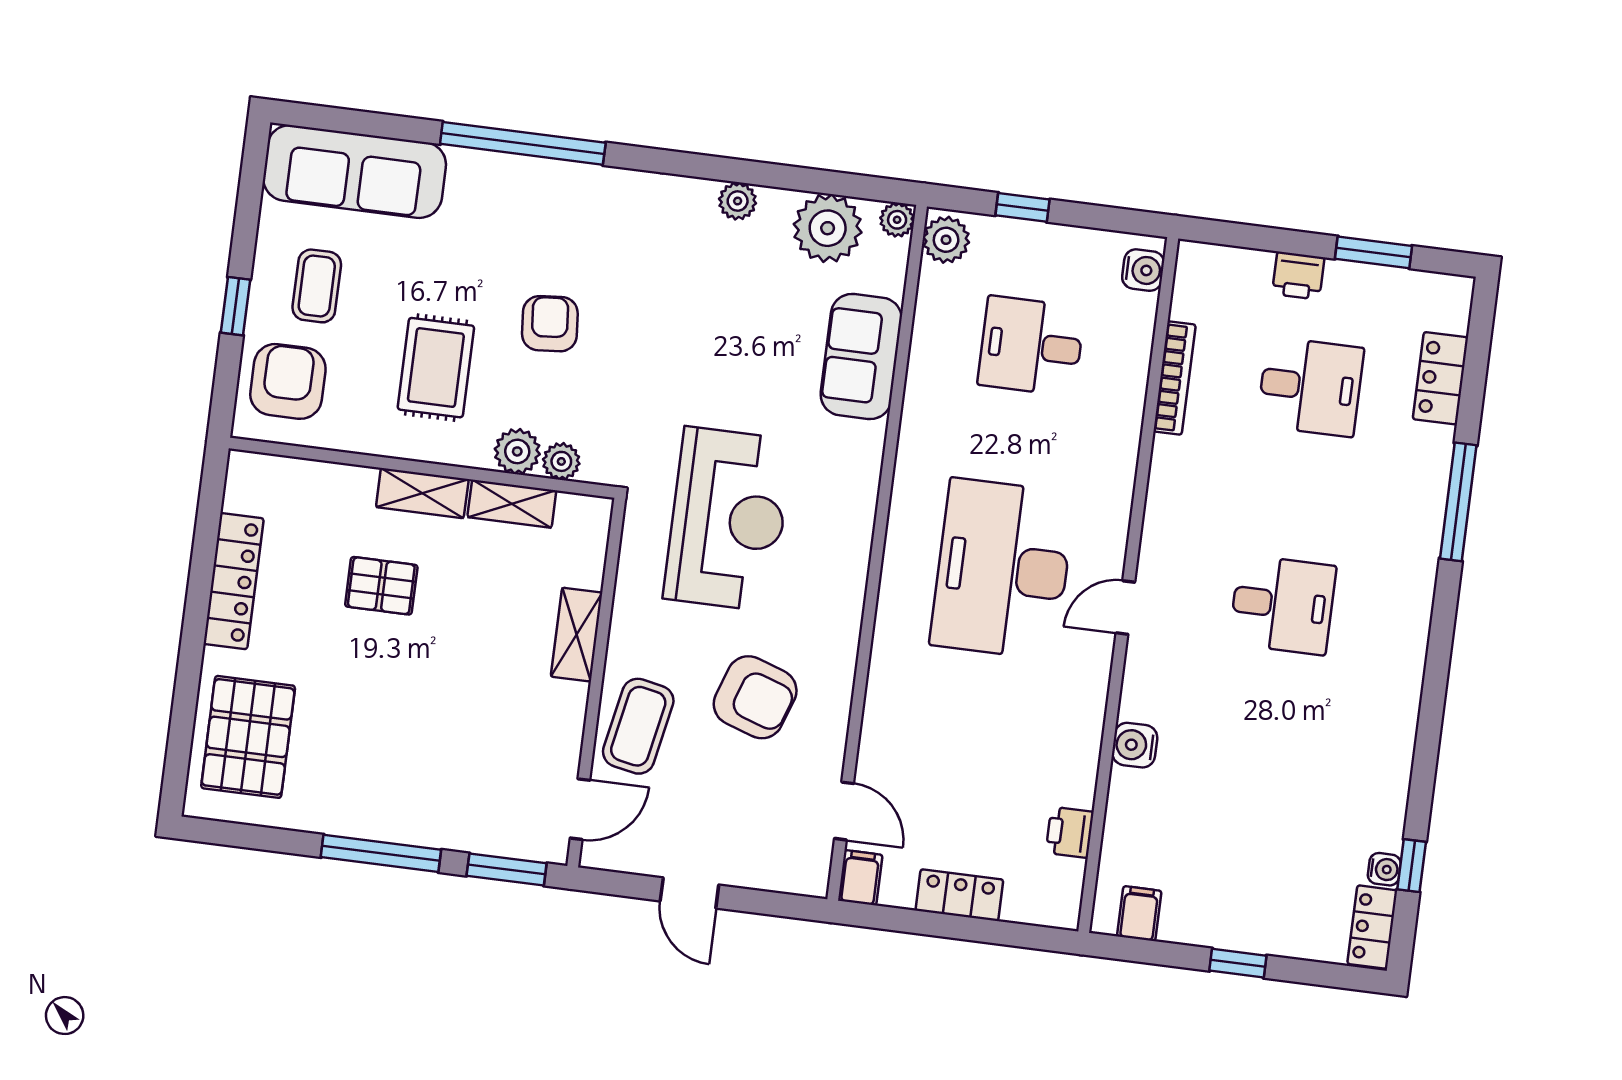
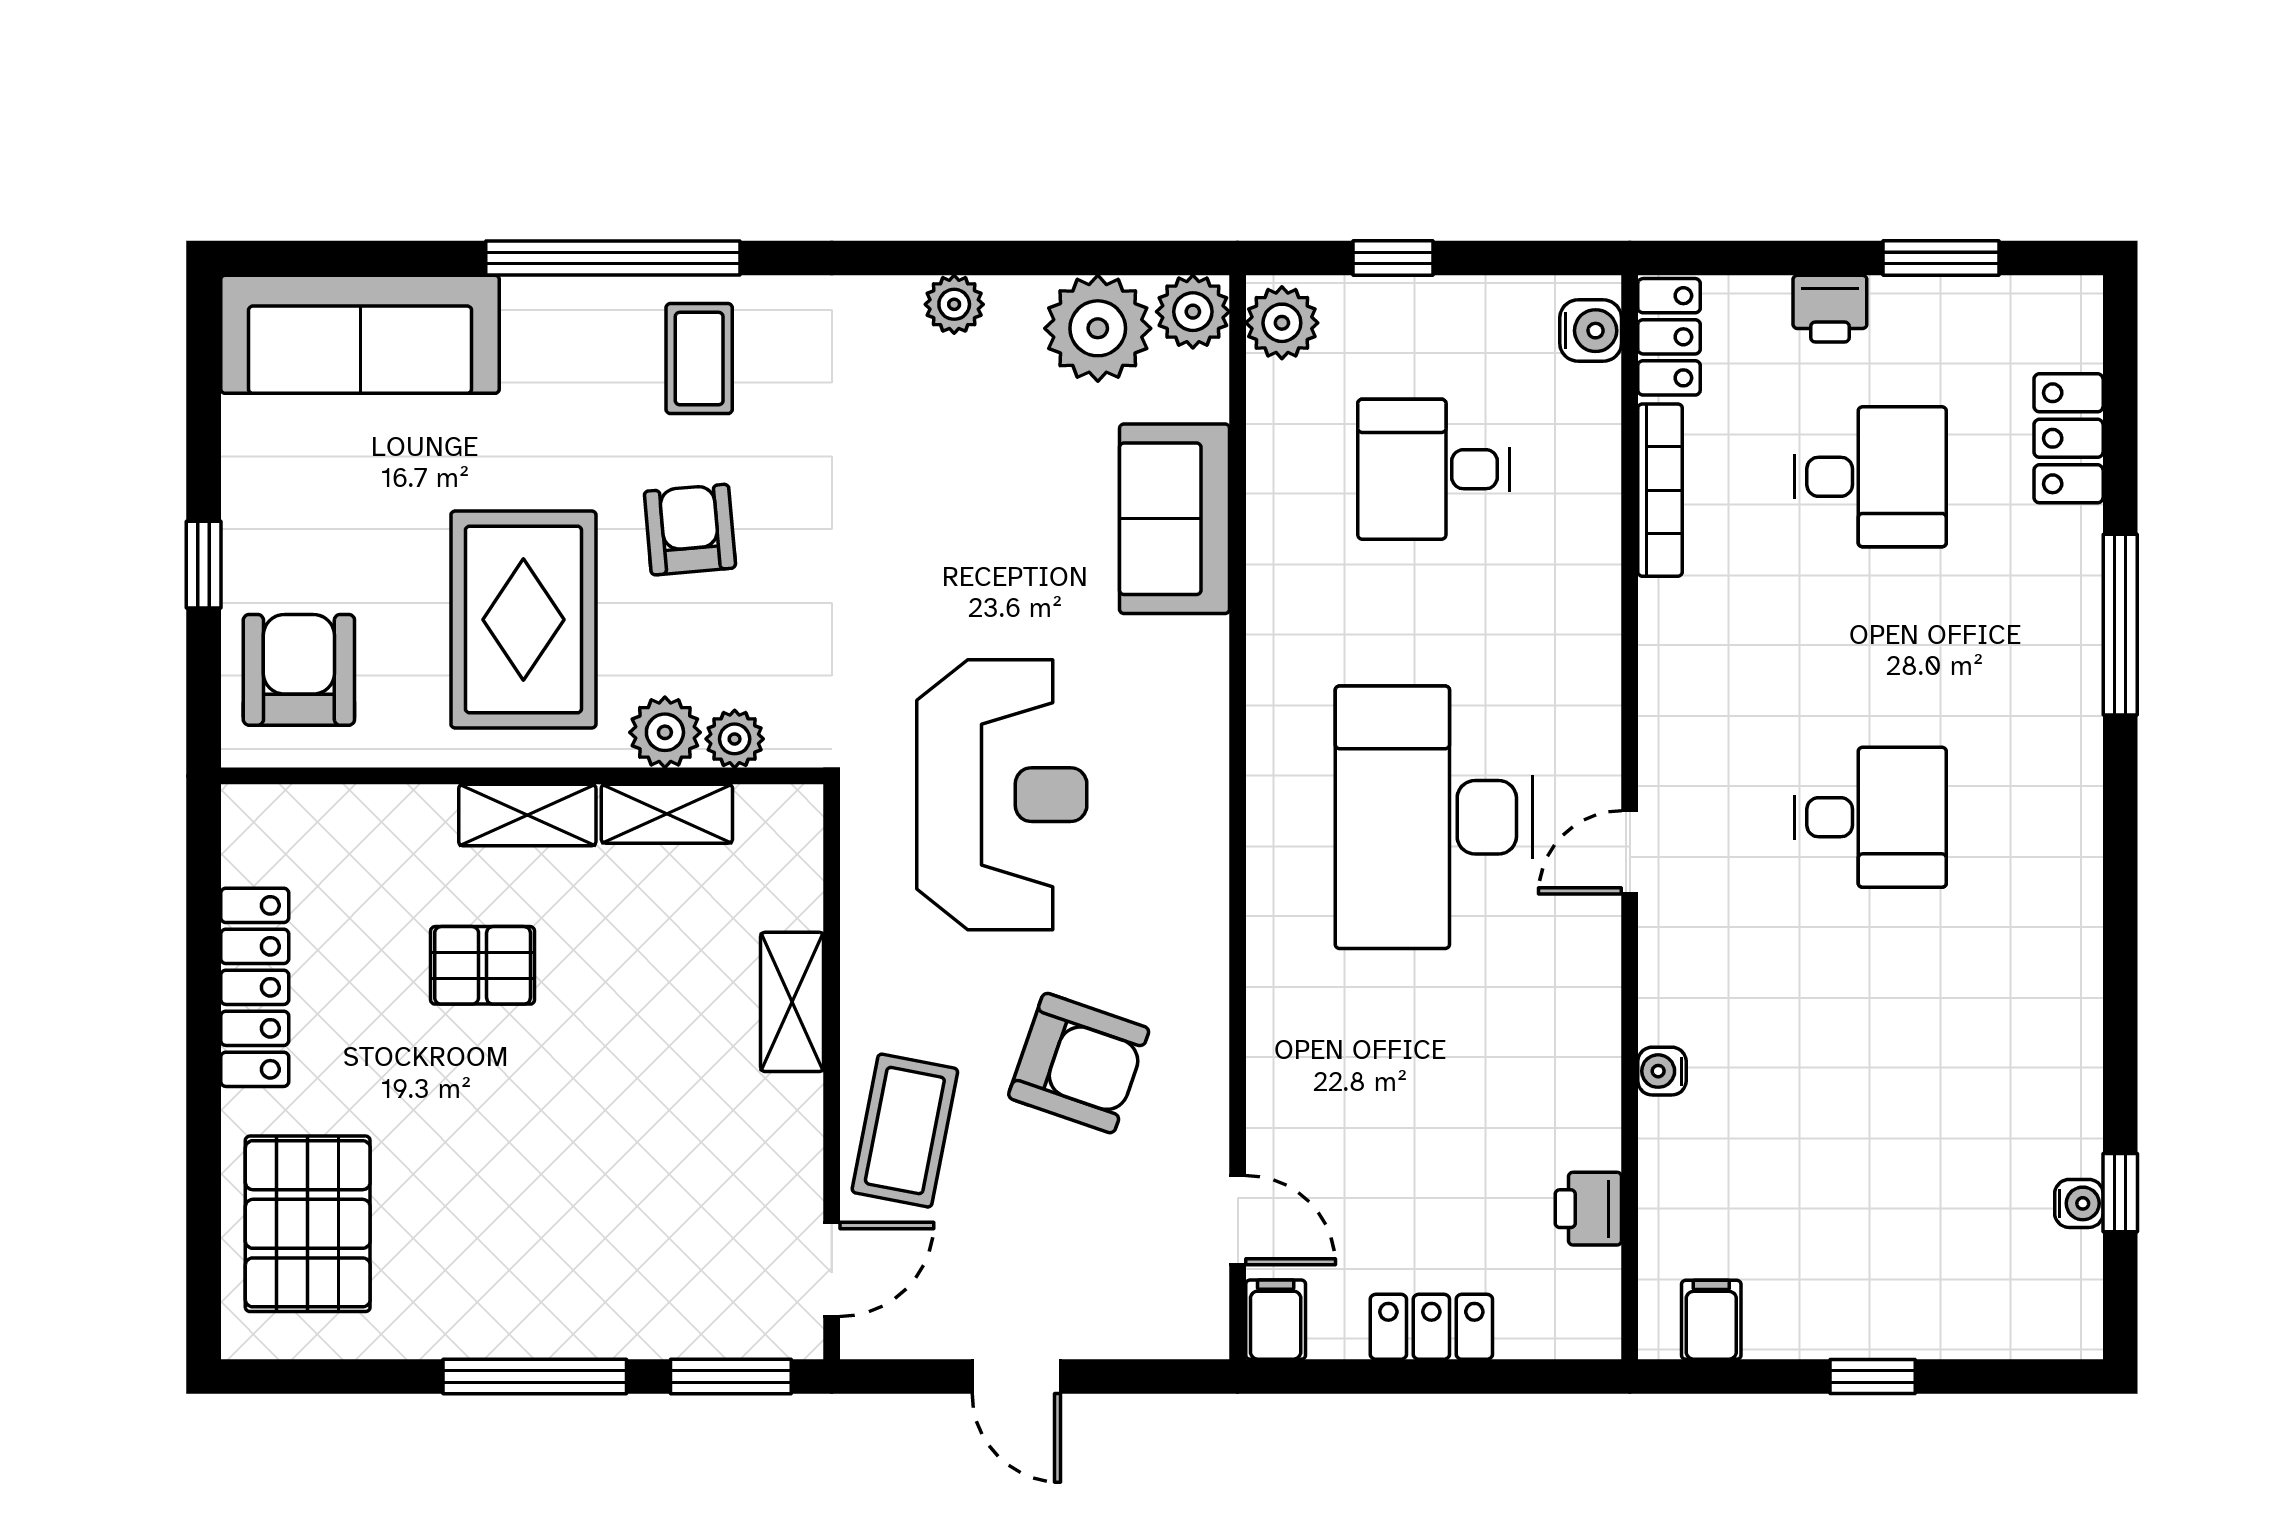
plant: (897, 220) -> (1193, 312), width x1.38, depth x1.38
coffee table: (317, 286) -> (699, 359), moved
rug: (436, 368) -> (523, 620), width x1.36, depth x1.43
water cooler: (1135, 745) -> (1662, 1071), width x0.72, depth x0.72
locker: (1372, 927) -> (1669, 337), moved, turned 180

